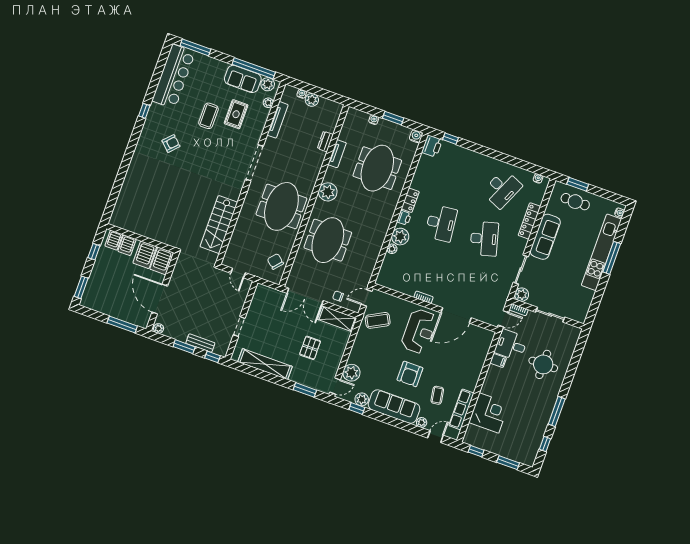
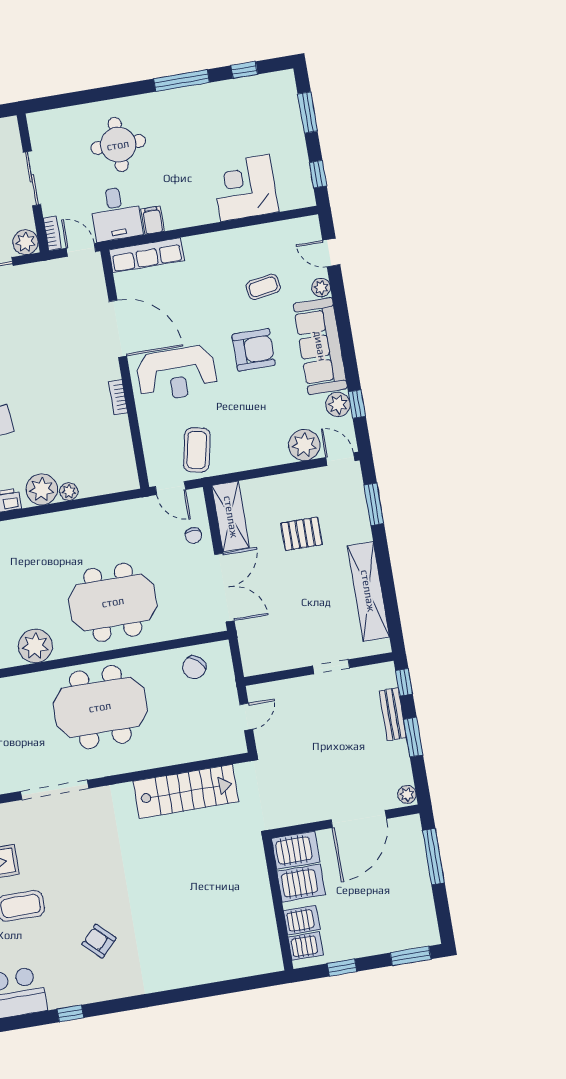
coffee table: (378, 320) -> (197, 450), turned 40
reception desk: (419, 331) -> (177, 374), turned 180
row of seats: (461, 409) -> (147, 255), moved

